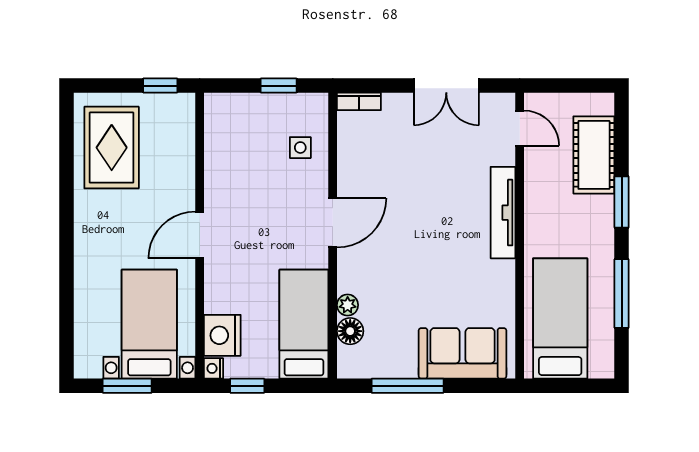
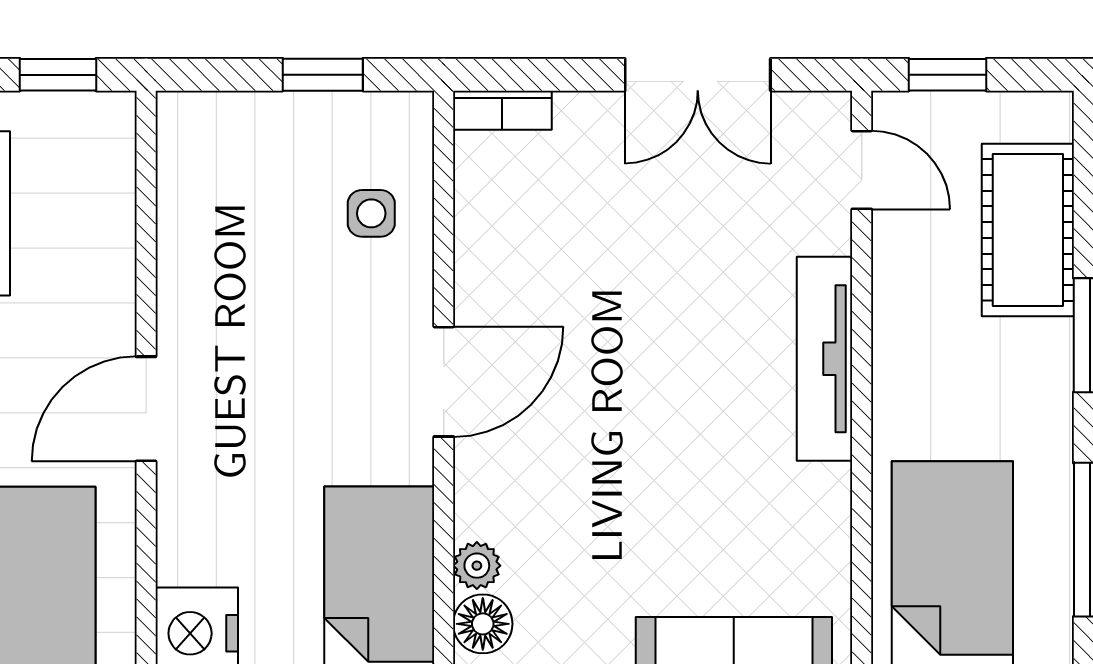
window: (558, 86) -> (947, 75), added

